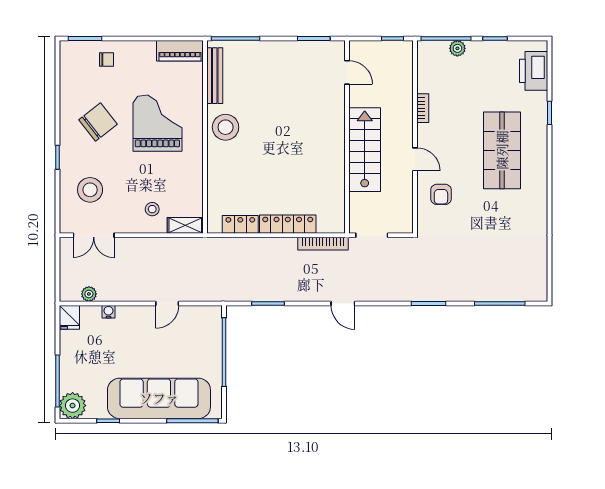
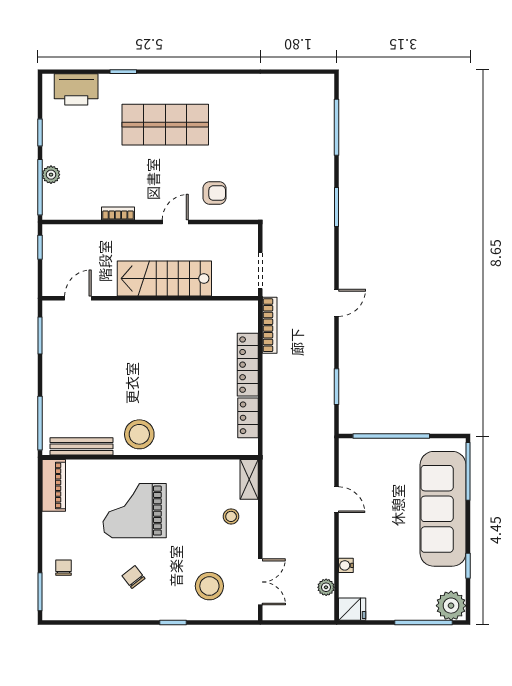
chair: (98, 122) -> (133, 577), width x0.54, depth x0.54

